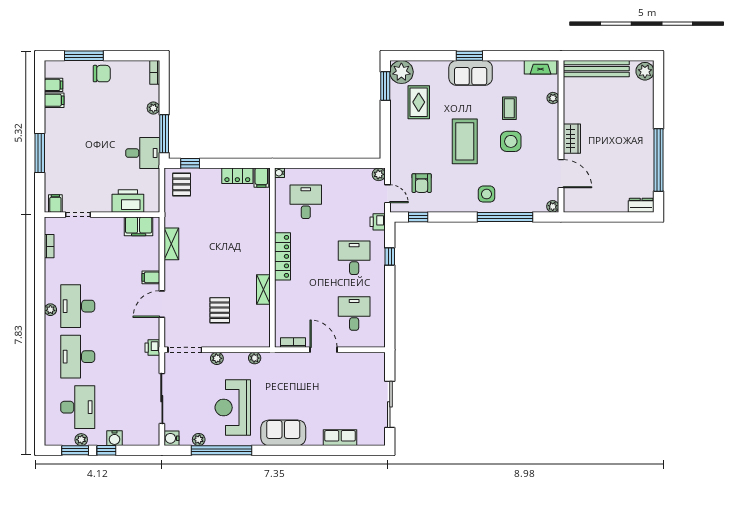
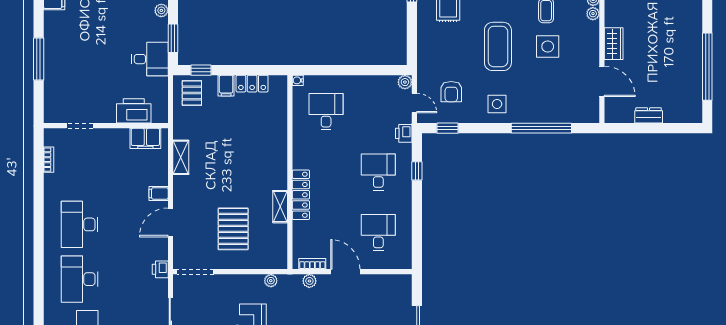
window: (164, 134) -> (173, 38), width x0.69
filing cabinet: (261, 178) -> (226, 86), moved
side table: (487, 194) -> (497, 104), moved
filing cabinet: (55, 204) -> (55, 114), removed
dresser: (641, 205) -> (649, 115), moved
plant: (553, 206) -> (593, 14), moved
locker: (283, 256) -> (301, 195), moved
plant: (50, 310) -> (50, 228), removed
pallet: (220, 310) -> (233, 229), width x1.50, depth x1.42
plant: (217, 358) -> (309, 281), moved

